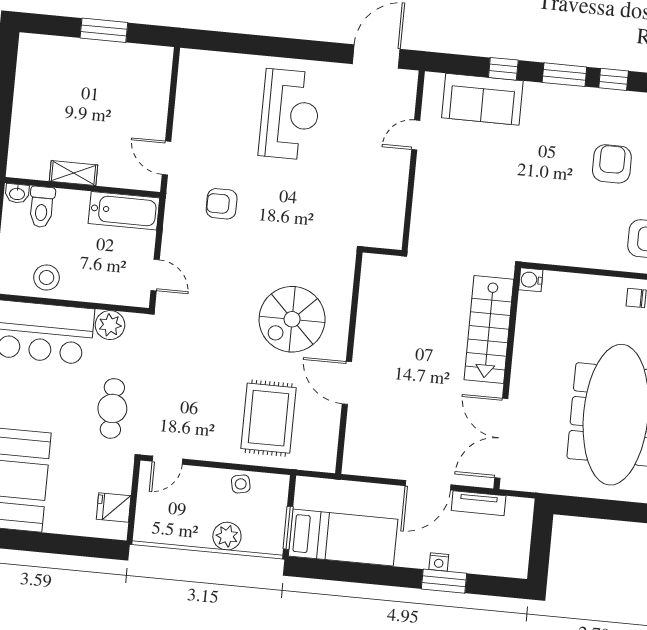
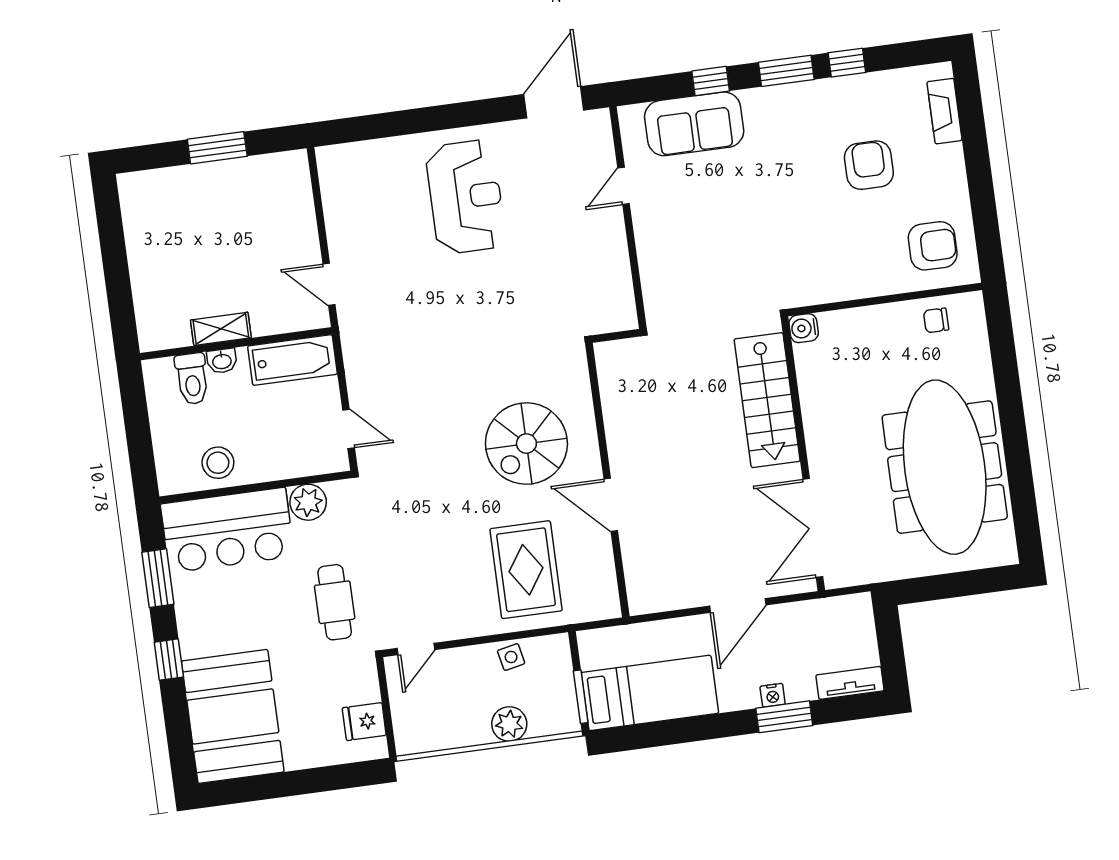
washbasin: (17, 193) -> (222, 361), moved
armchair: (222, 204) -> (409, 324), removed
tv unit: (479, 503) -> (850, 683), moved, turned 180

